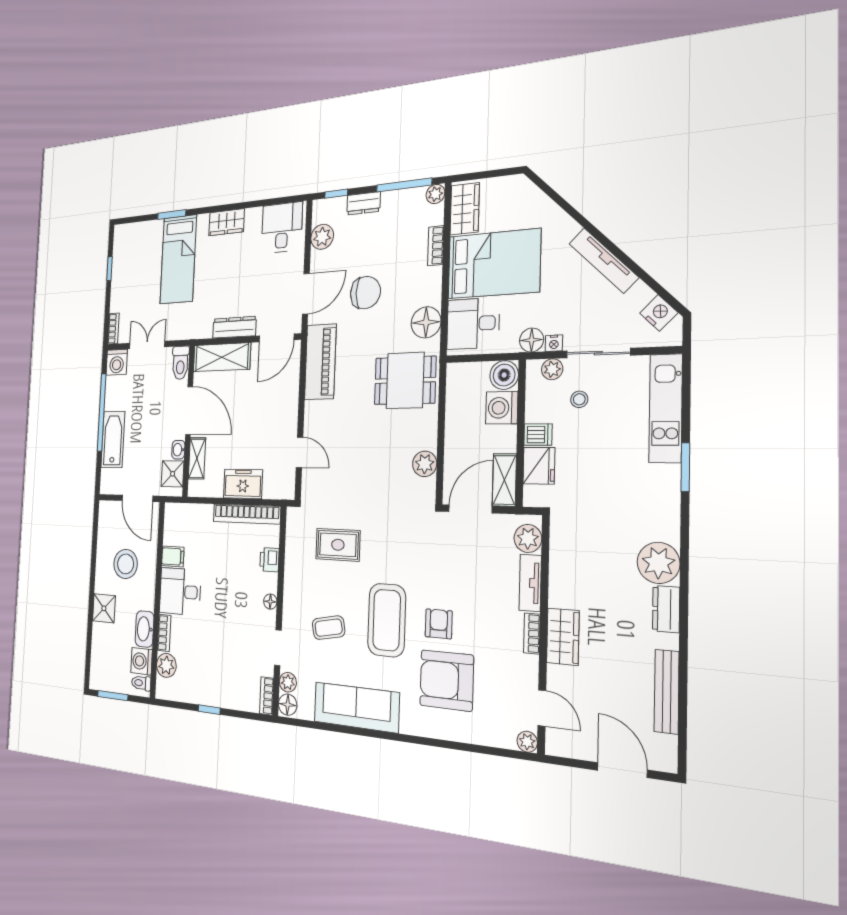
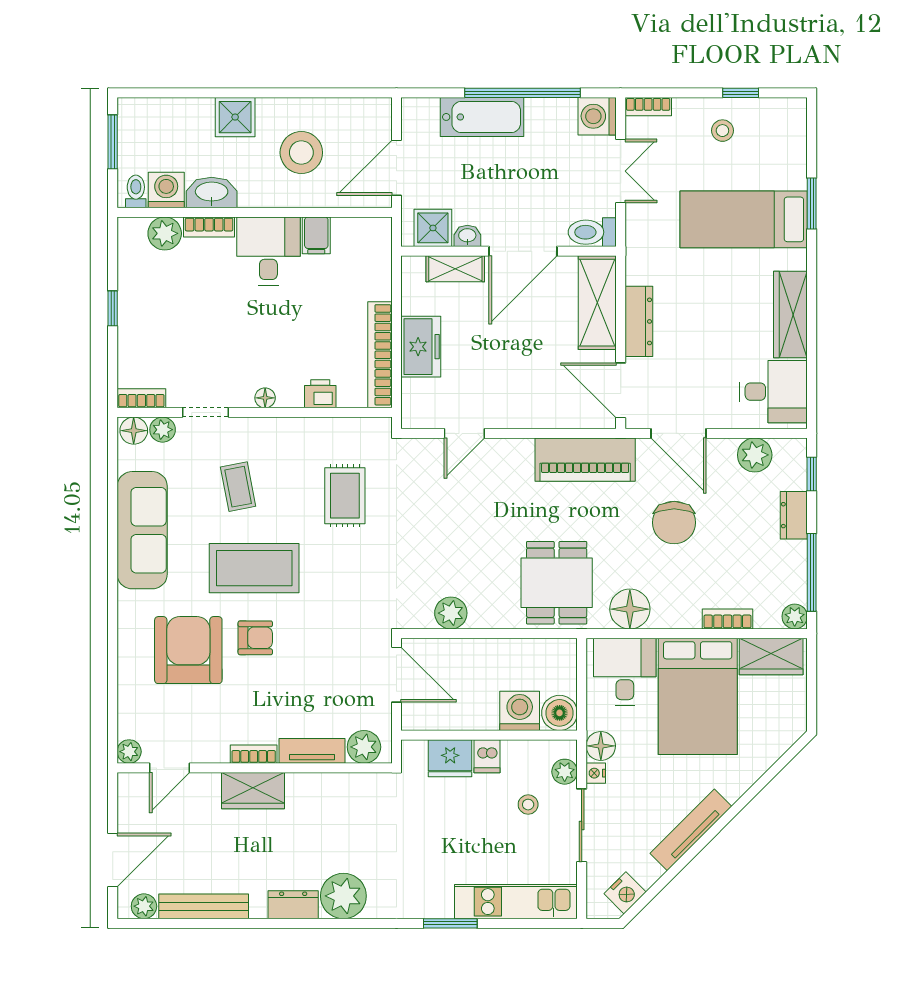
wardrobe: (226, 222) -> (790, 315), width x1.50
stool: (129, 278) -> (722, 131), added
shelving: (504, 480) -> (432, 716), removed
plant: (666, 747) -> (144, 906), added

